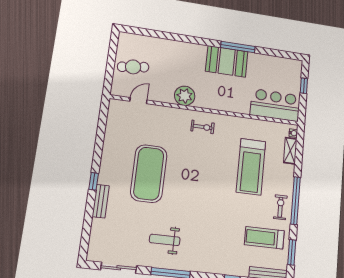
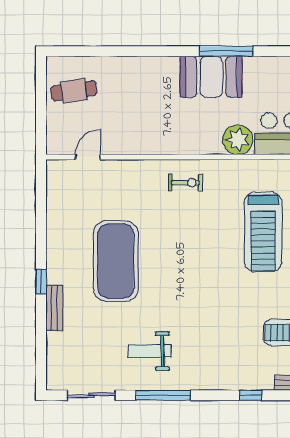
cafe table: (133, 67) -> (74, 91), moved
plant: (185, 96) -> (238, 140), moved

